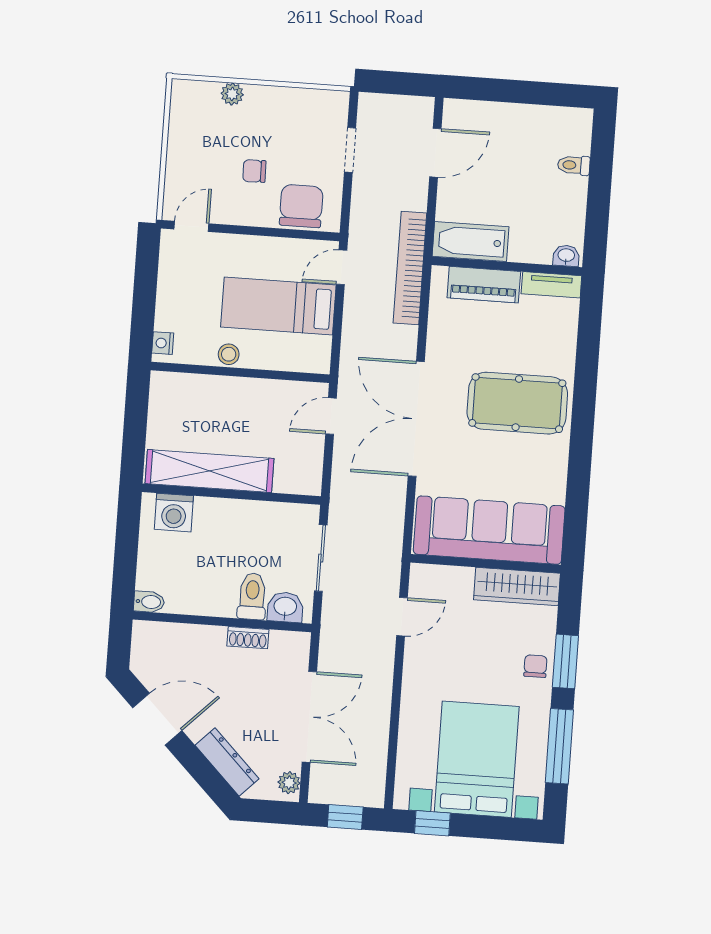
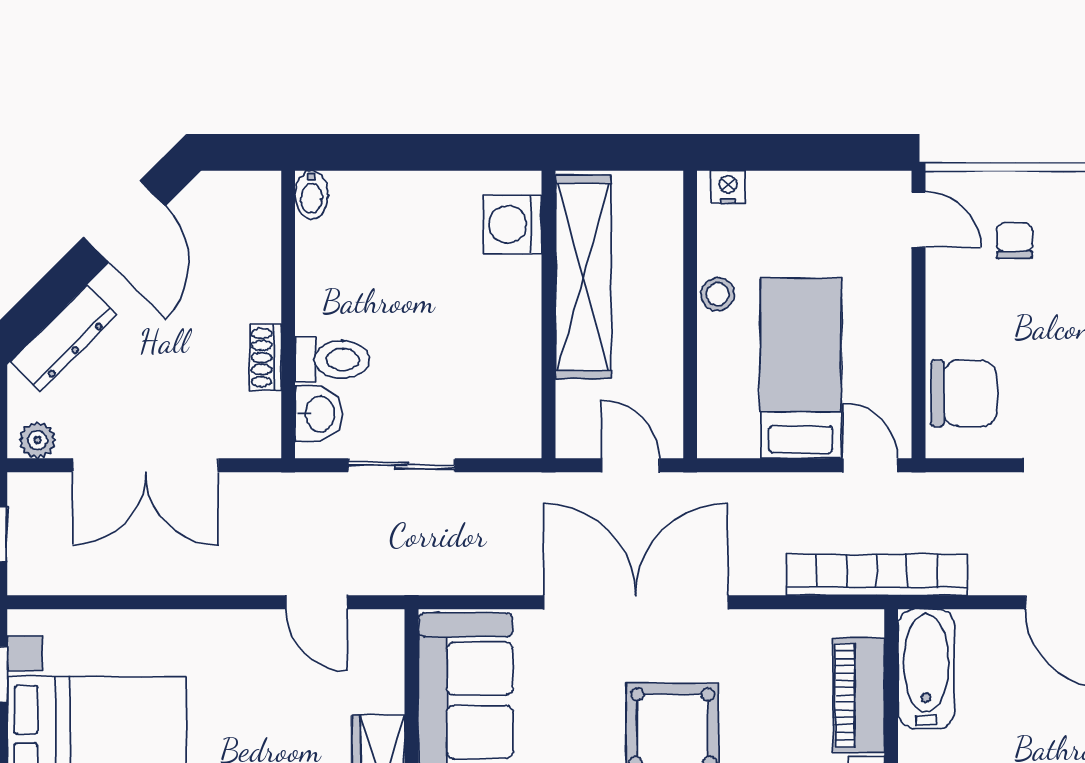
chair: (254, 171) -> (1014, 241), moved
shelving: (209, 471) -> (583, 277), moved
wall: (231, 494) -> (549, 314), moved
washing machine: (174, 513) -> (512, 224), moved

